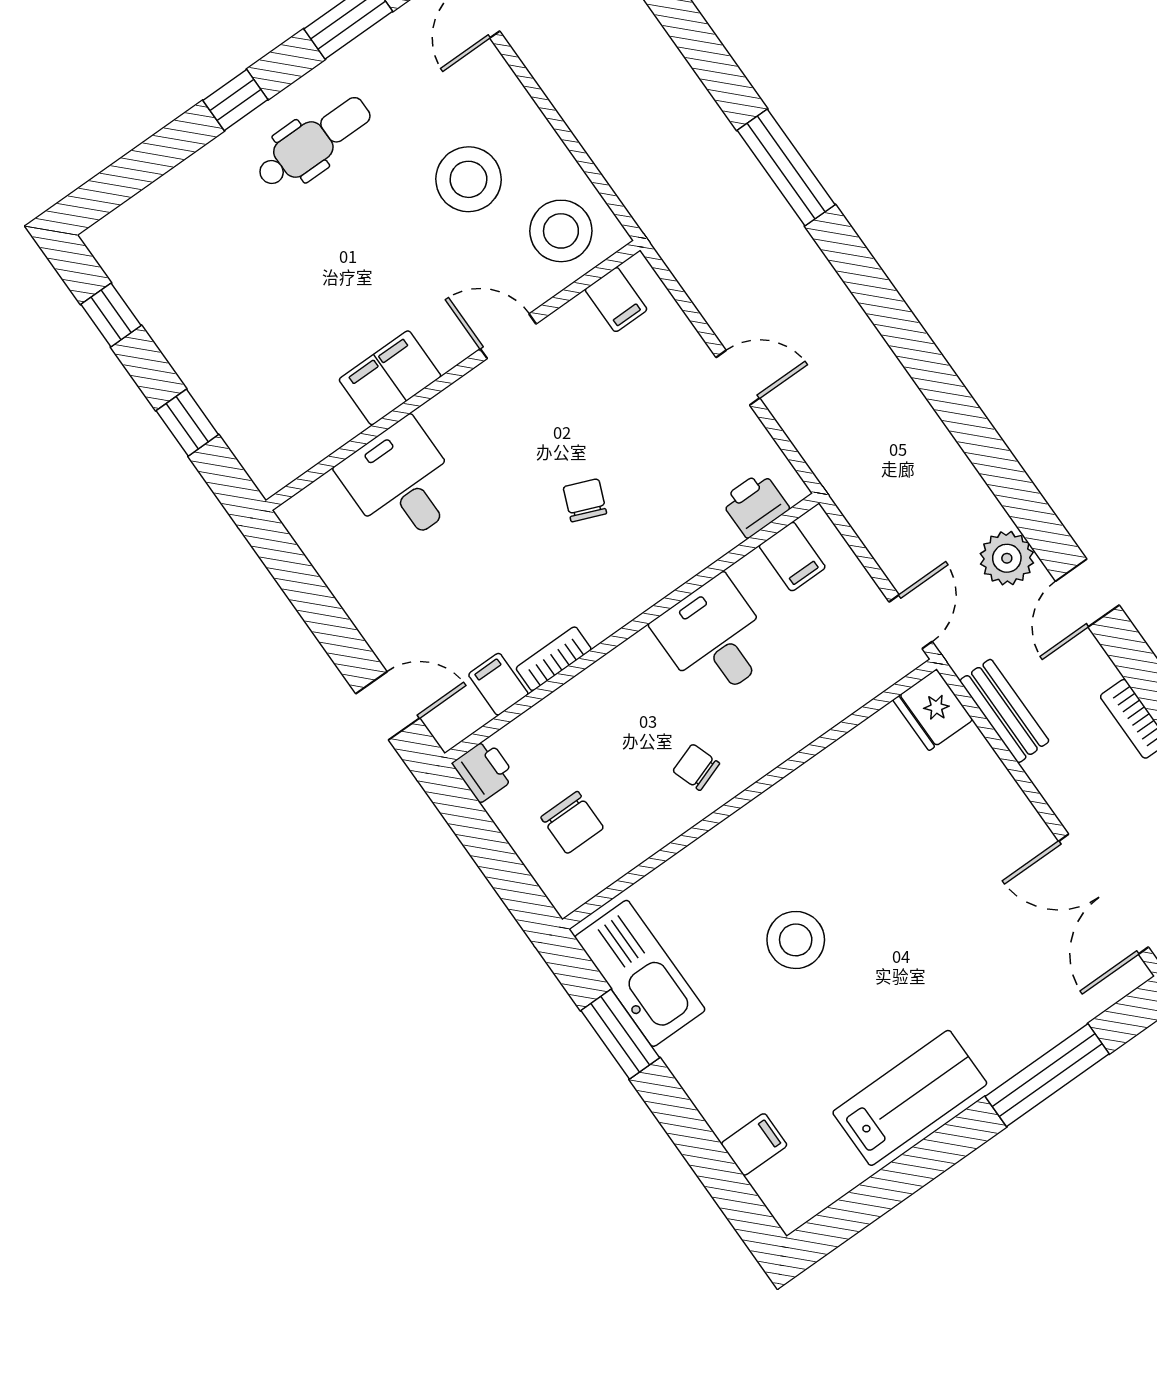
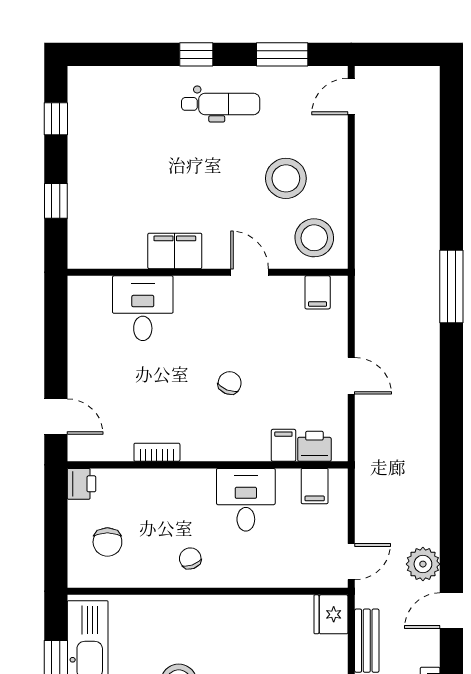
filing cabinet: (498, 684) -> (283, 445), moved

